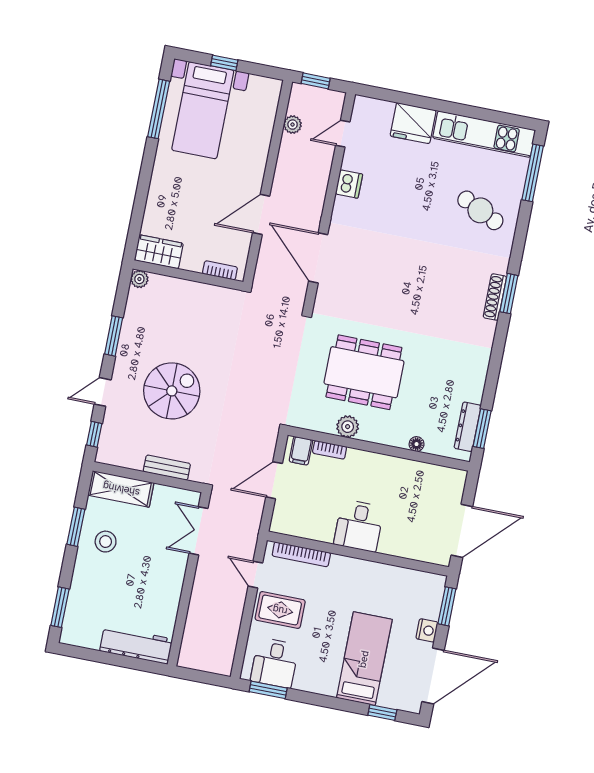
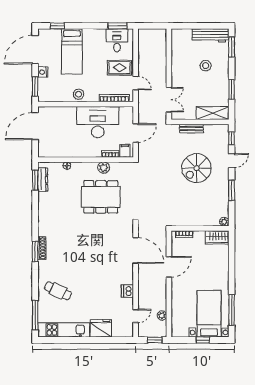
desk: (359, 526) -> (98, 122), width x1.87, depth x1.30
stool: (106, 542) -> (206, 66), moved
stool: (368, 575) -> (79, 94), added
workbench: (136, 645) -> (210, 35), moved

